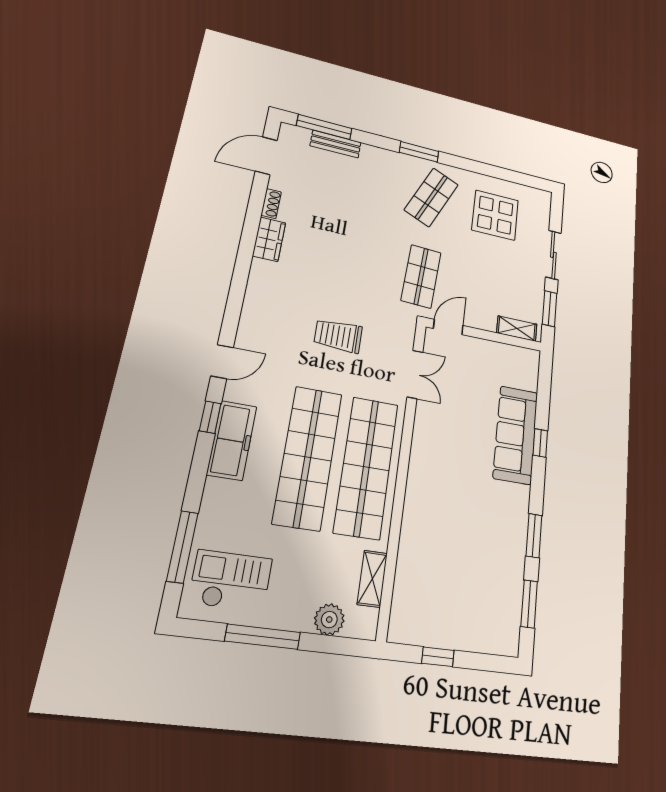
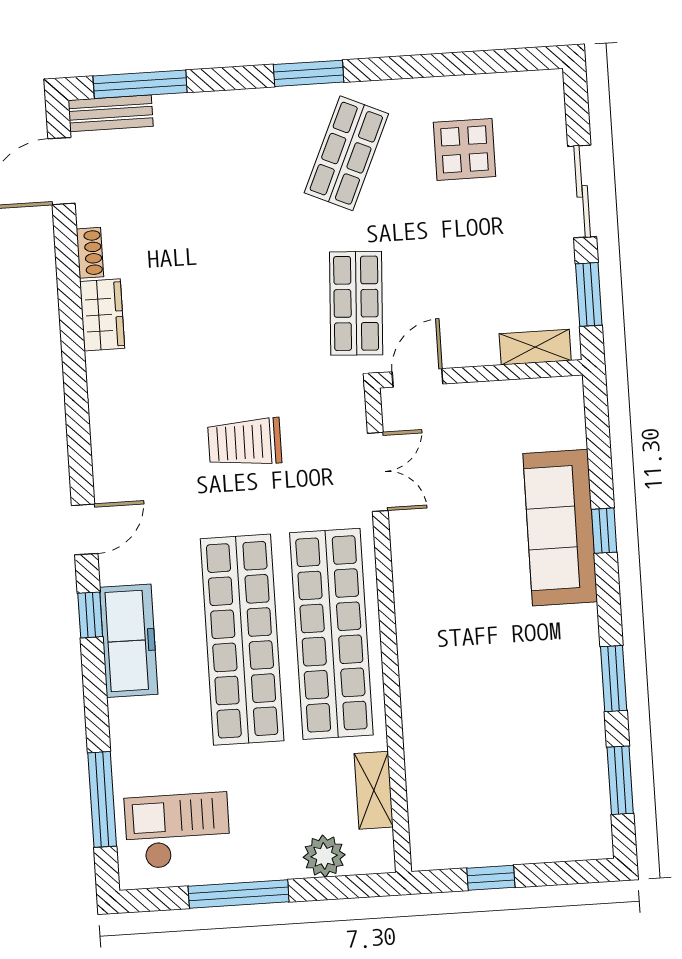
bench: (336, 144) -> (111, 113), moved
display table: (495, 215) -> (465, 149), width x0.73, depth x0.73

